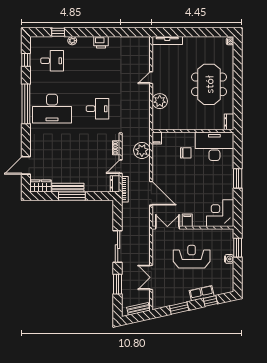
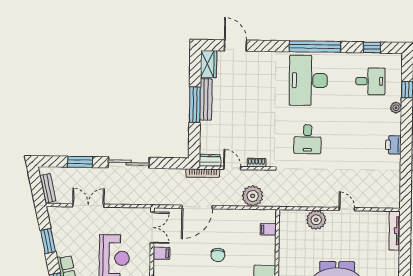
desk: (52, 61) -> (370, 81), turned -90
filing cabinet: (157, 138) -> (268, 229), moved
chair: (186, 153) -> (218, 255), moved

